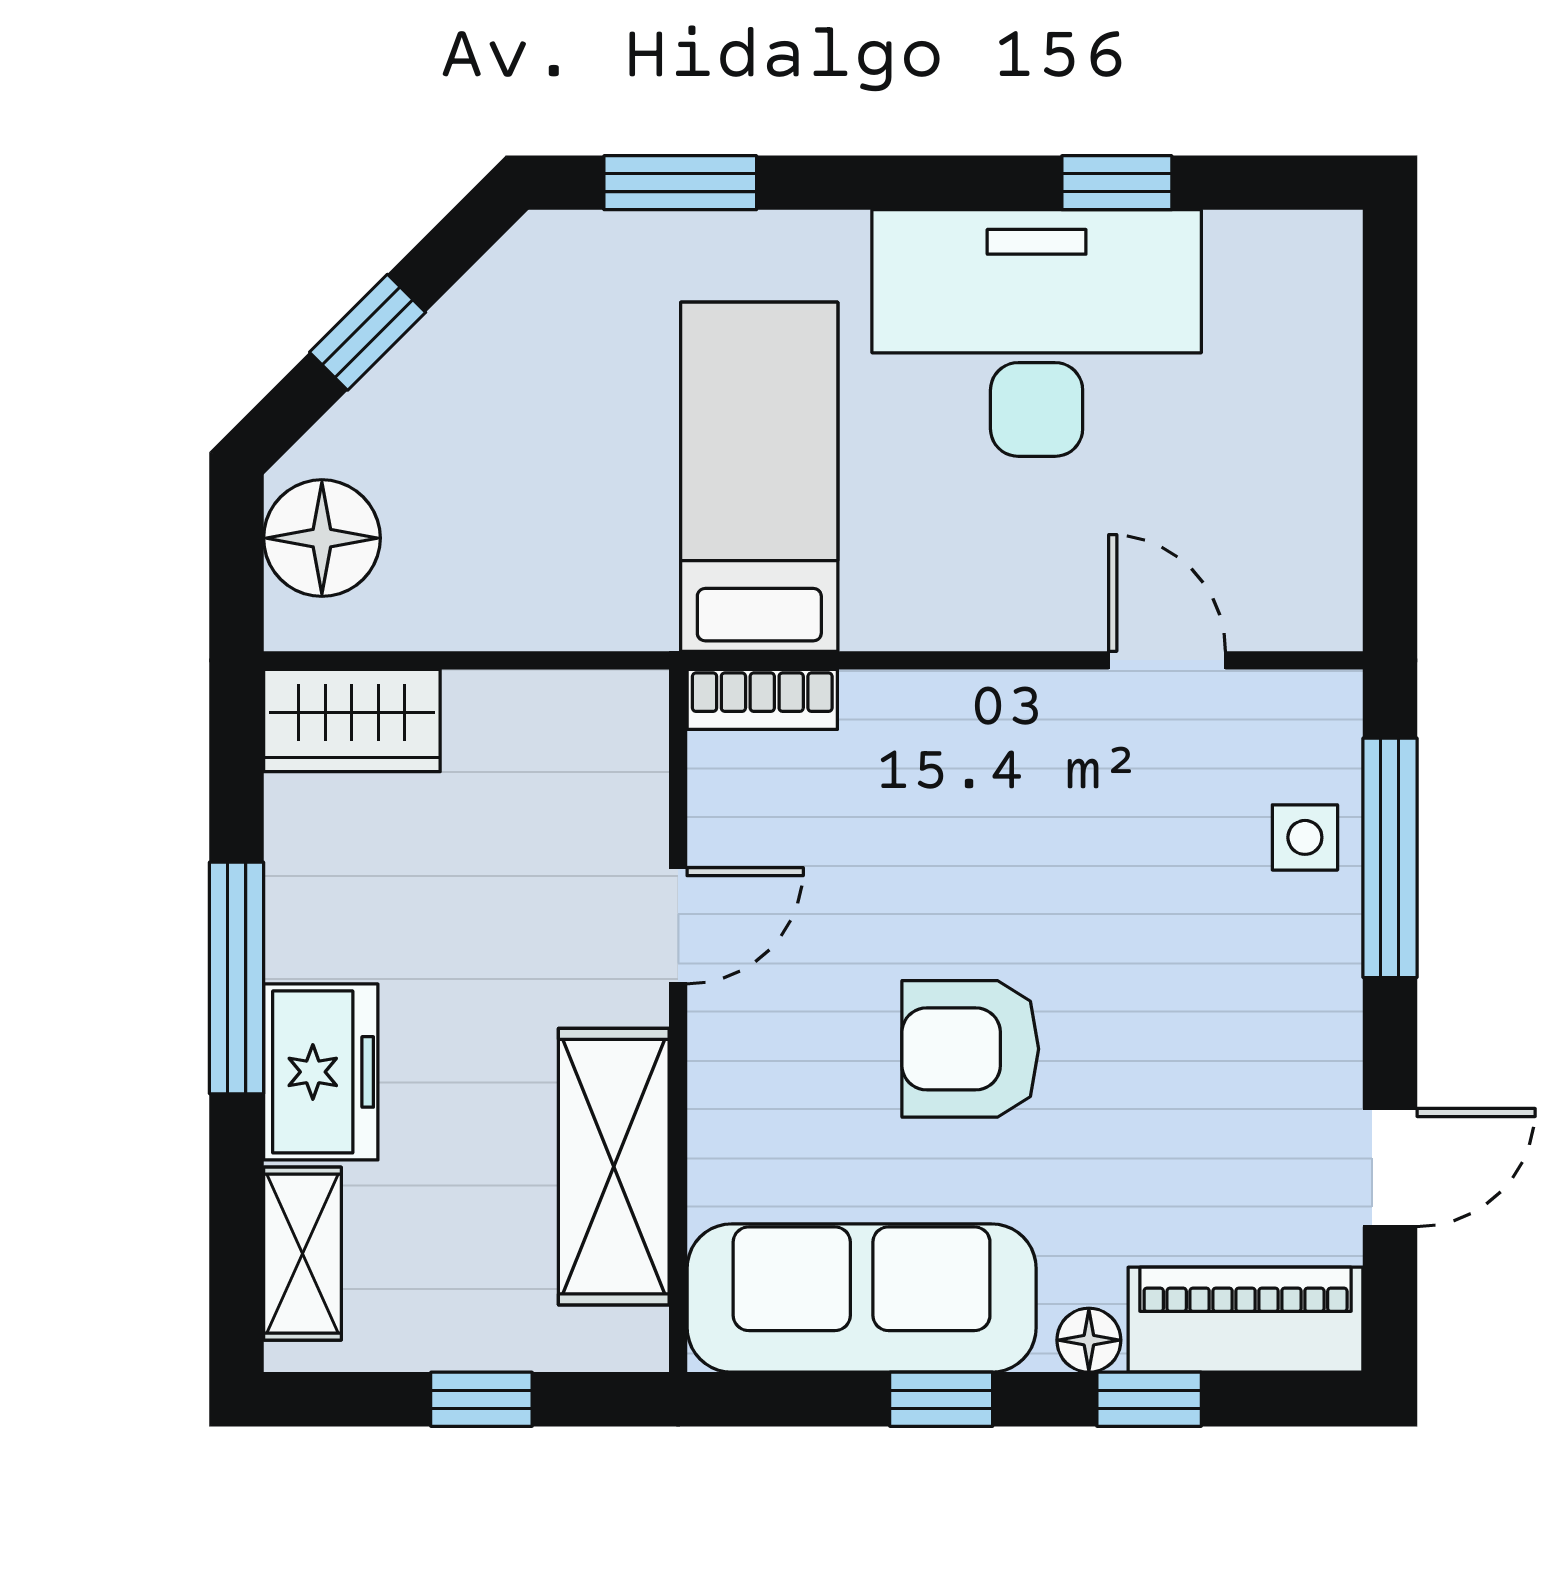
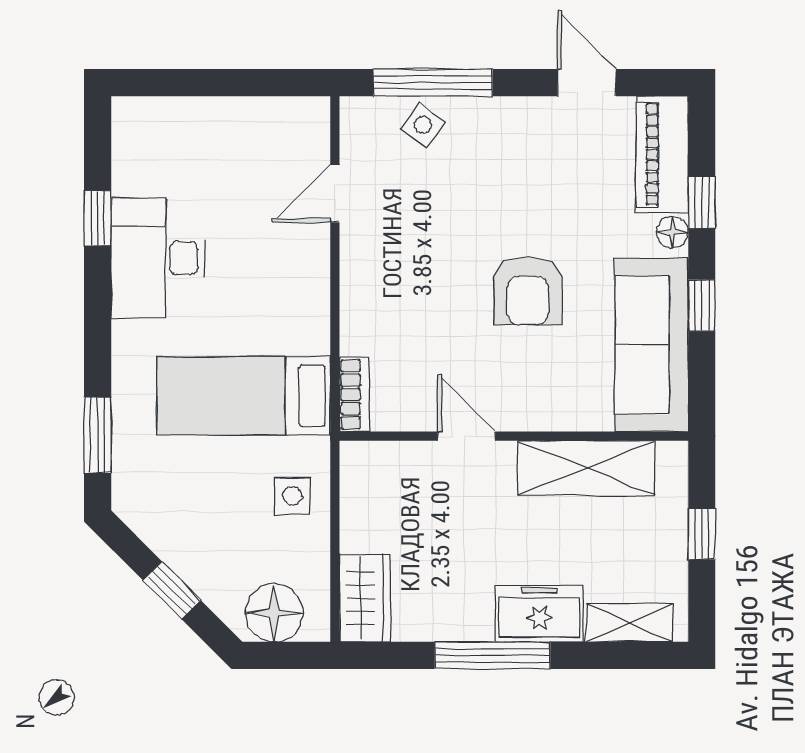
desk: (1037, 333) -> (158, 258), width x0.73, depth x0.77
side table: (558, 575) -> (292, 496), added
side table: (1305, 837) -> (423, 125), turned 37

